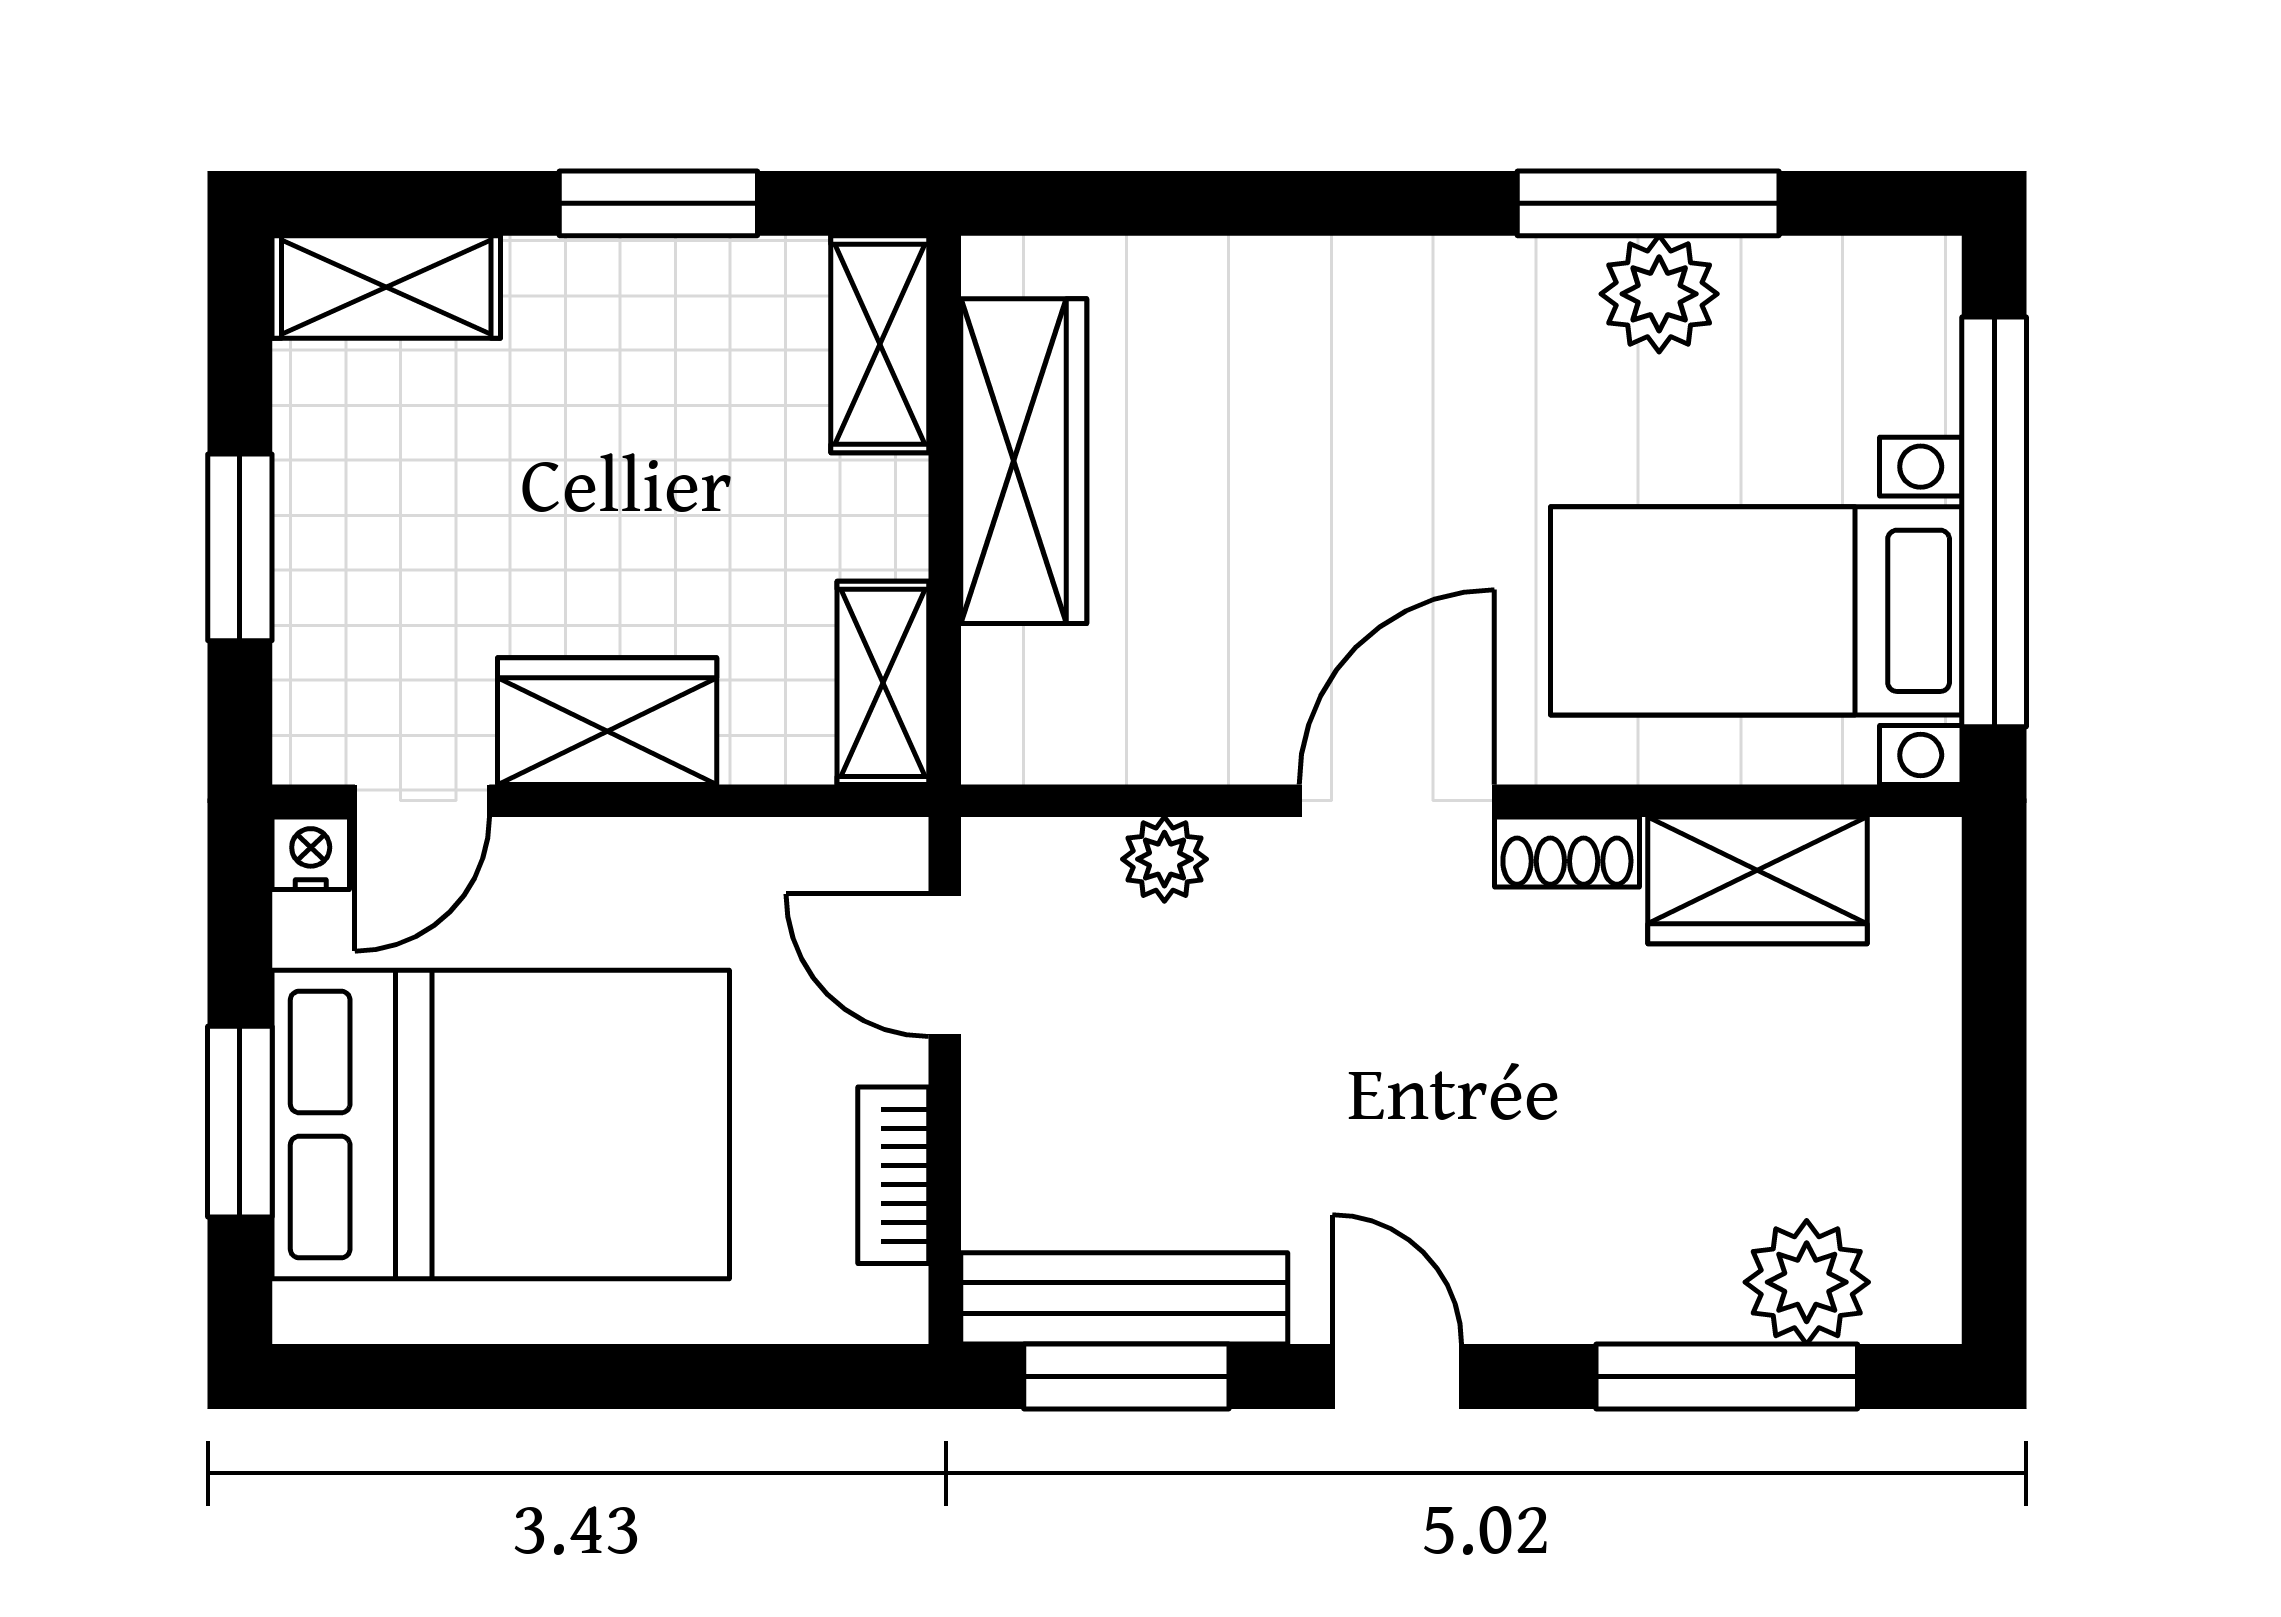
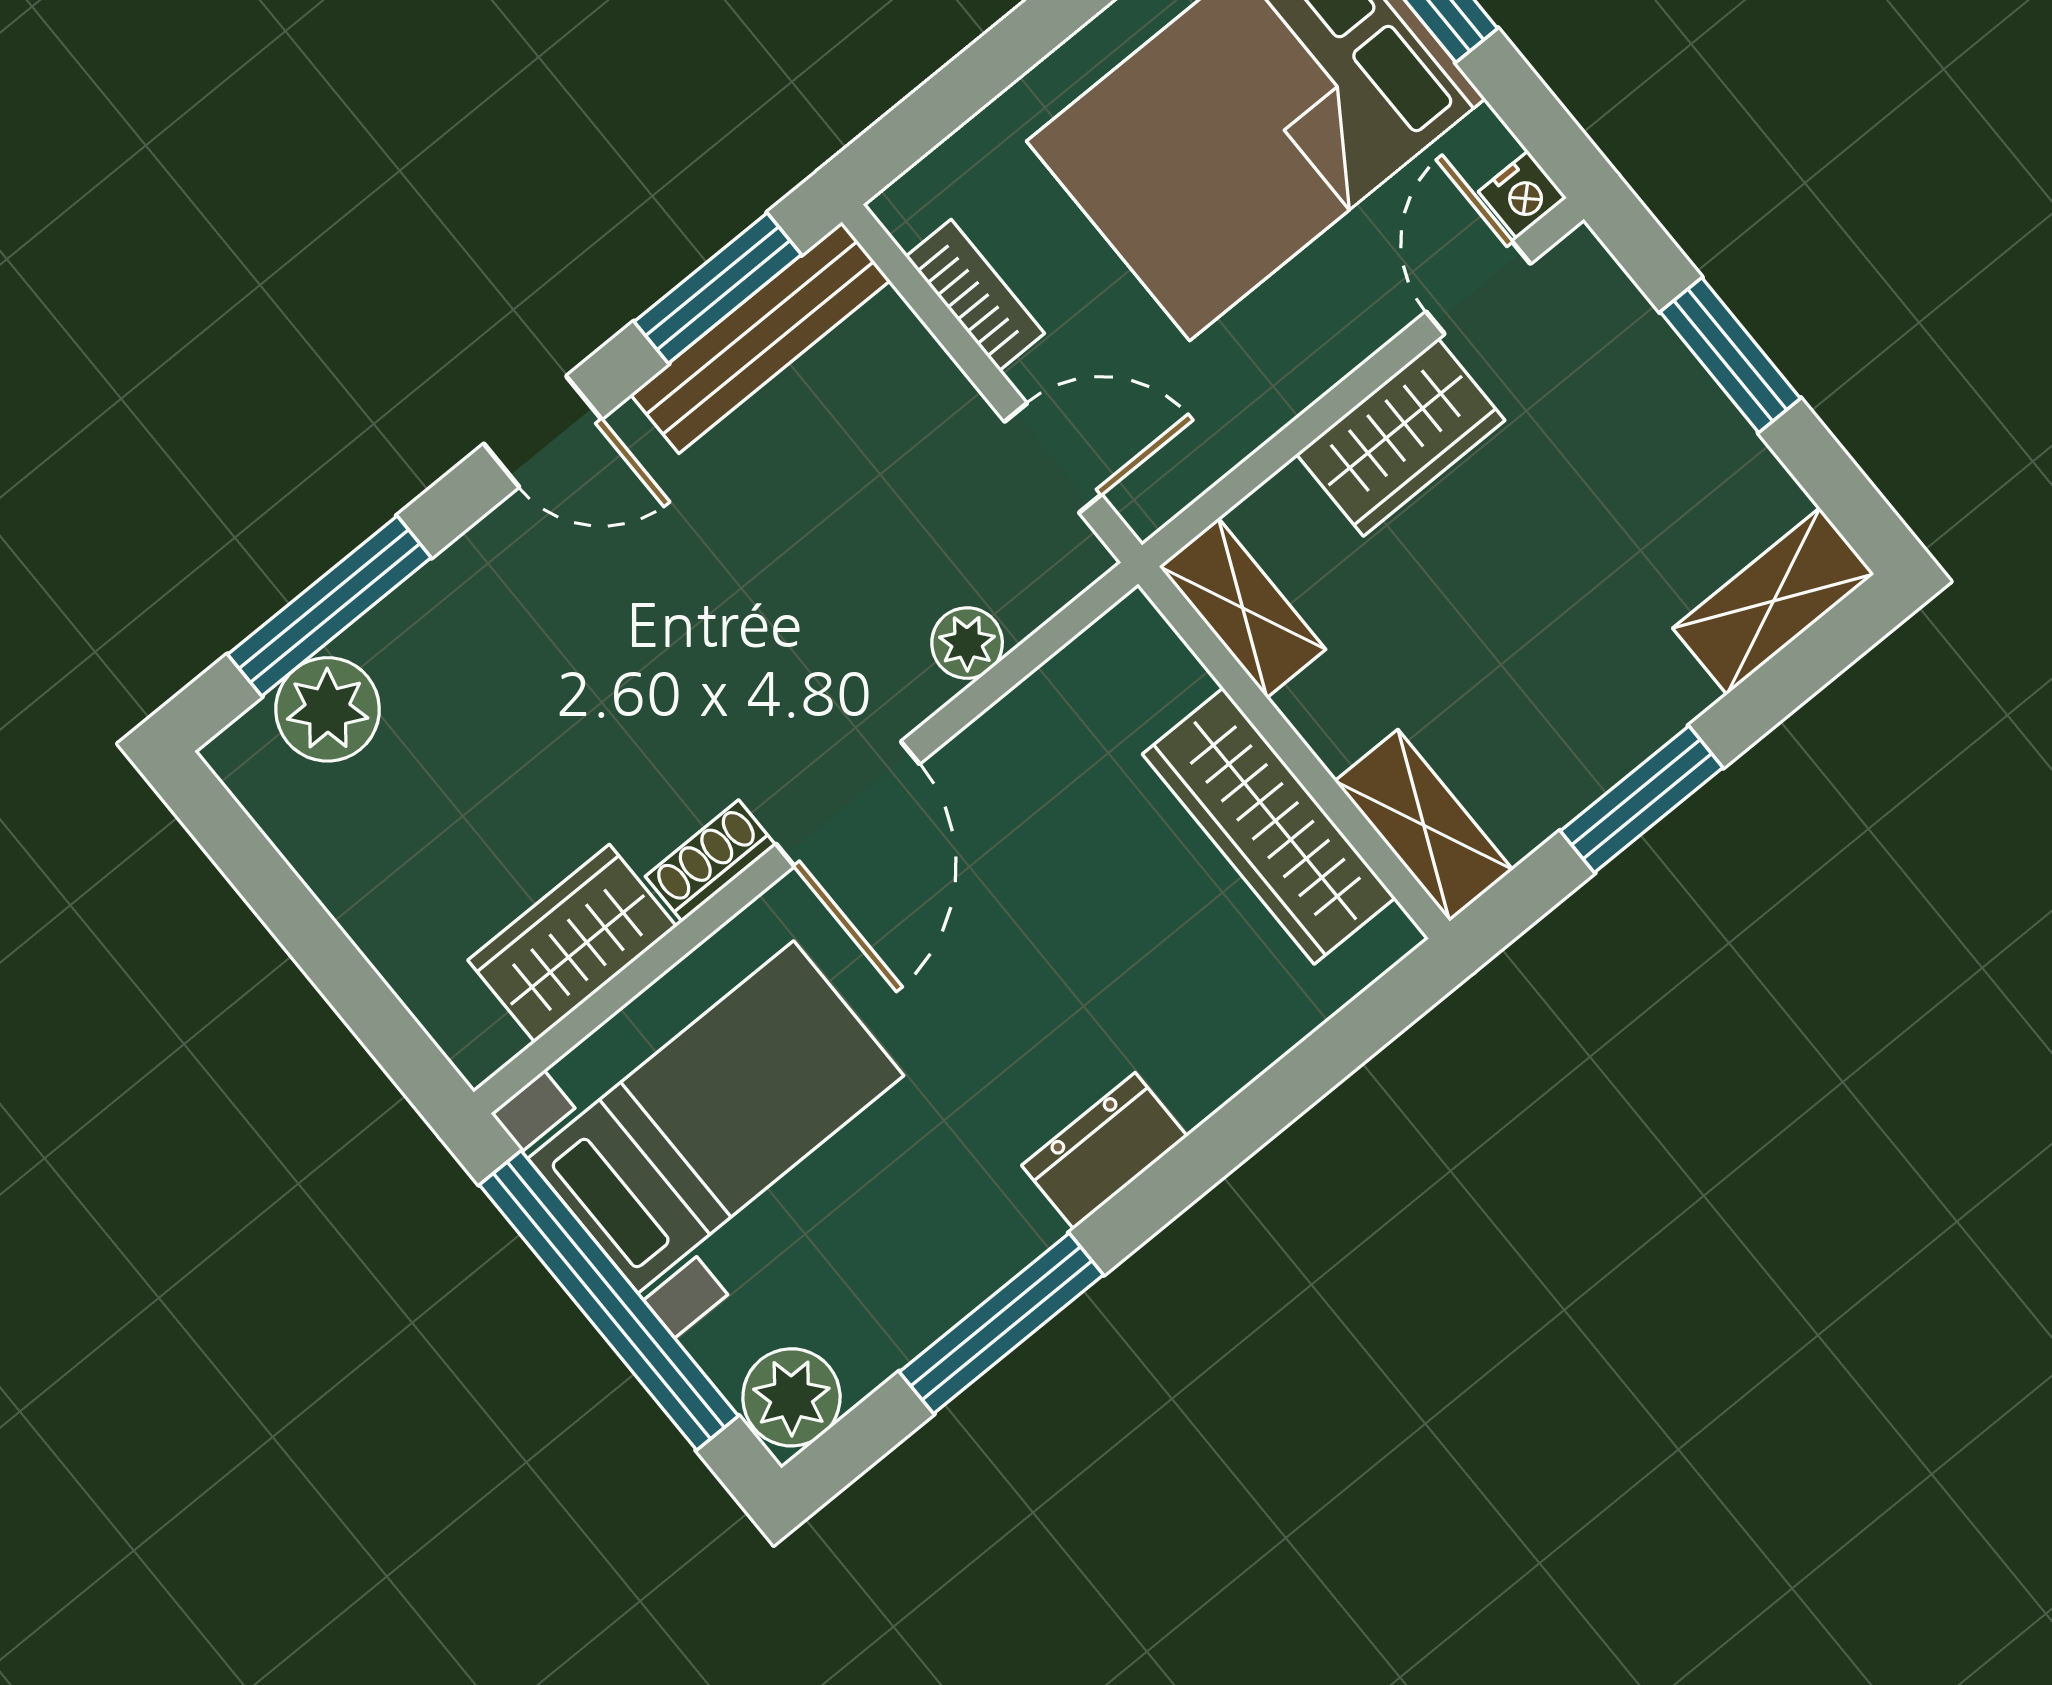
dresser: (1422, 285) -> (1104, 1151), added
plant: (1659, 294) -> (791, 1397), moved

